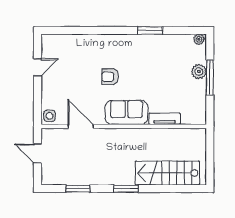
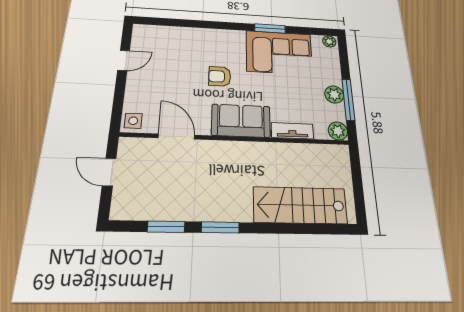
corner sofa: (157, 53) -> (279, 53), added
plant: (199, 72) -> (334, 95), moved
window: (210, 78) -> (348, 100), moved
plant: (199, 117) -> (338, 131), added
window: (126, 189) -> (220, 227), moved

